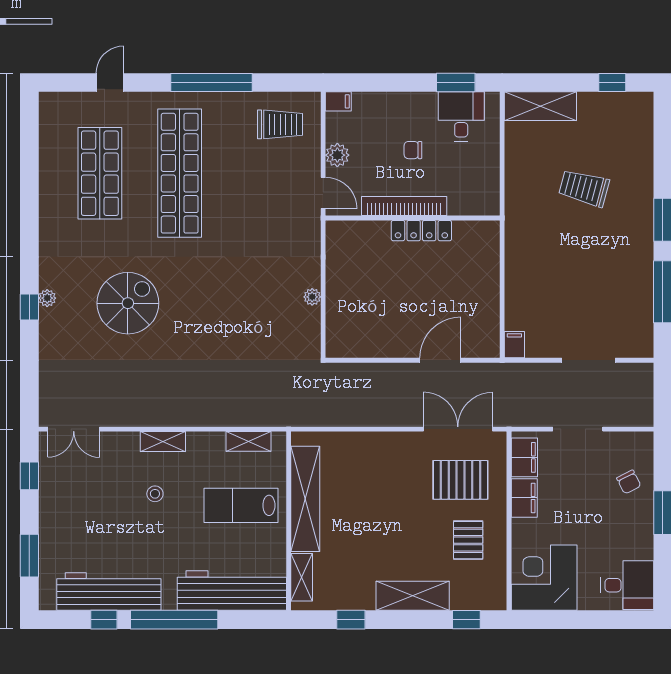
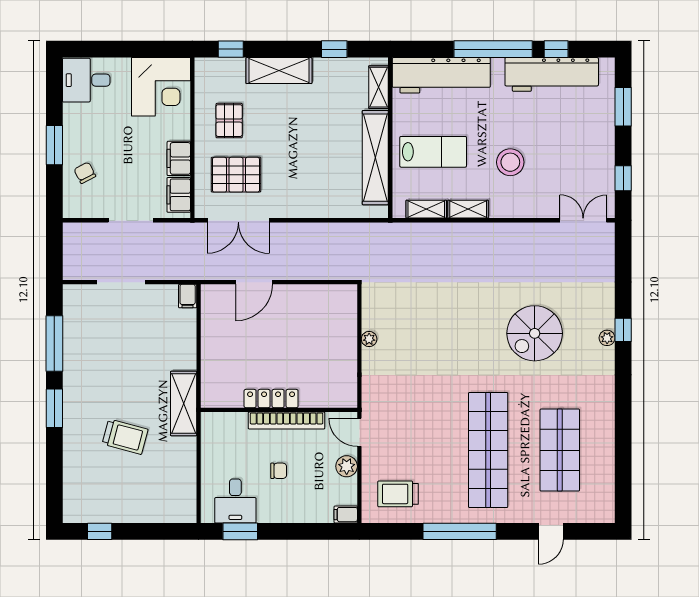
shelving: (540, 106) -> (184, 403), moved, turned 90
shelving: (163, 441) -> (468, 209), moved
stool: (155, 494) -> (510, 162), width x1.89, depth x1.89

